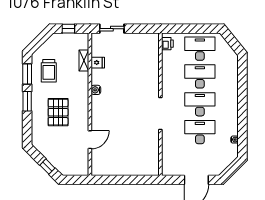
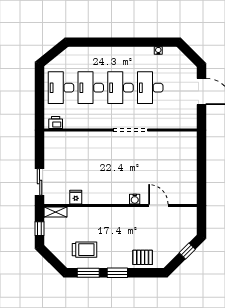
shelving: (84, 61) -> (55, 212), moved
water cooler: (96, 90) -> (135, 199), moved
pallet: (58, 112) -> (143, 257), moved, width x0.67, depth x0.71

